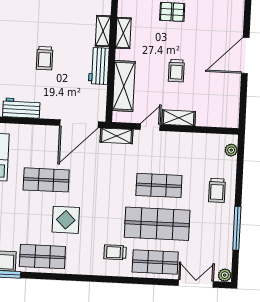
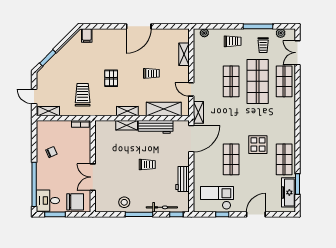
door: (245, 55) -> (139, 26), hinge flipped
workbench: (99, 66) -> (156, 127), width x1.38
shelving: (179, 118) -> (184, 54), moved
door: (79, 124) -> (191, 139), hinge flipped
trolley: (115, 252) -> (263, 45), moved
plant: (225, 275) -> (281, 33), moved

